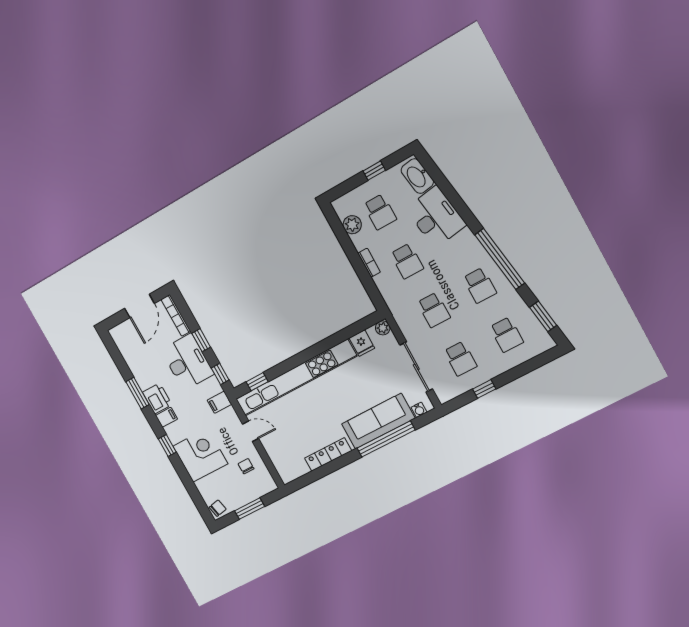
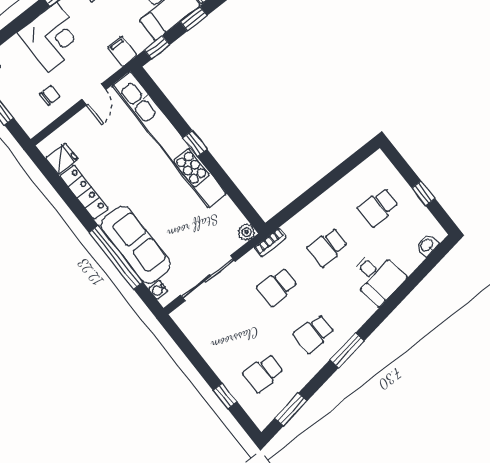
washbasin: (417, 176) -> (427, 245), width x0.52, depth x0.69
desk: (436, 217) -> (377, 277), width x0.73
plant: (352, 225) -> (359, 178), removed
window: (500, 259) -> (347, 350), width x0.47
bookcase: (369, 263) -> (270, 243), moved
fridge: (362, 343) -> (62, 159), moved, turned 180
school desk: (460, 359) -> (227, 327), removed
window: (257, 382) -> (195, 143), moved
window: (484, 389) -> (225, 396), moved

